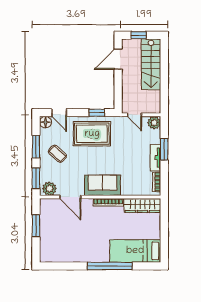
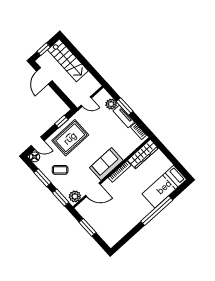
plant: (154, 123) -> (111, 104), moved

